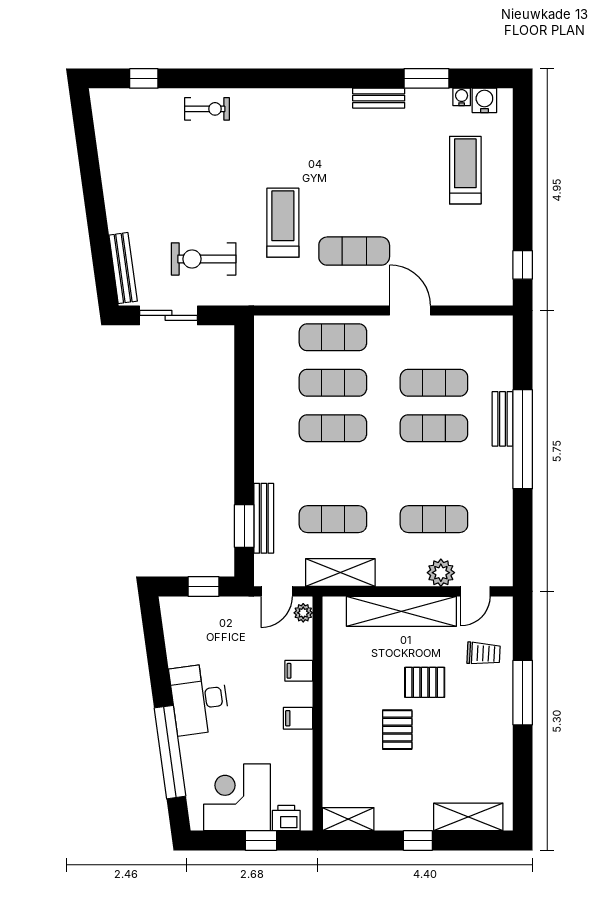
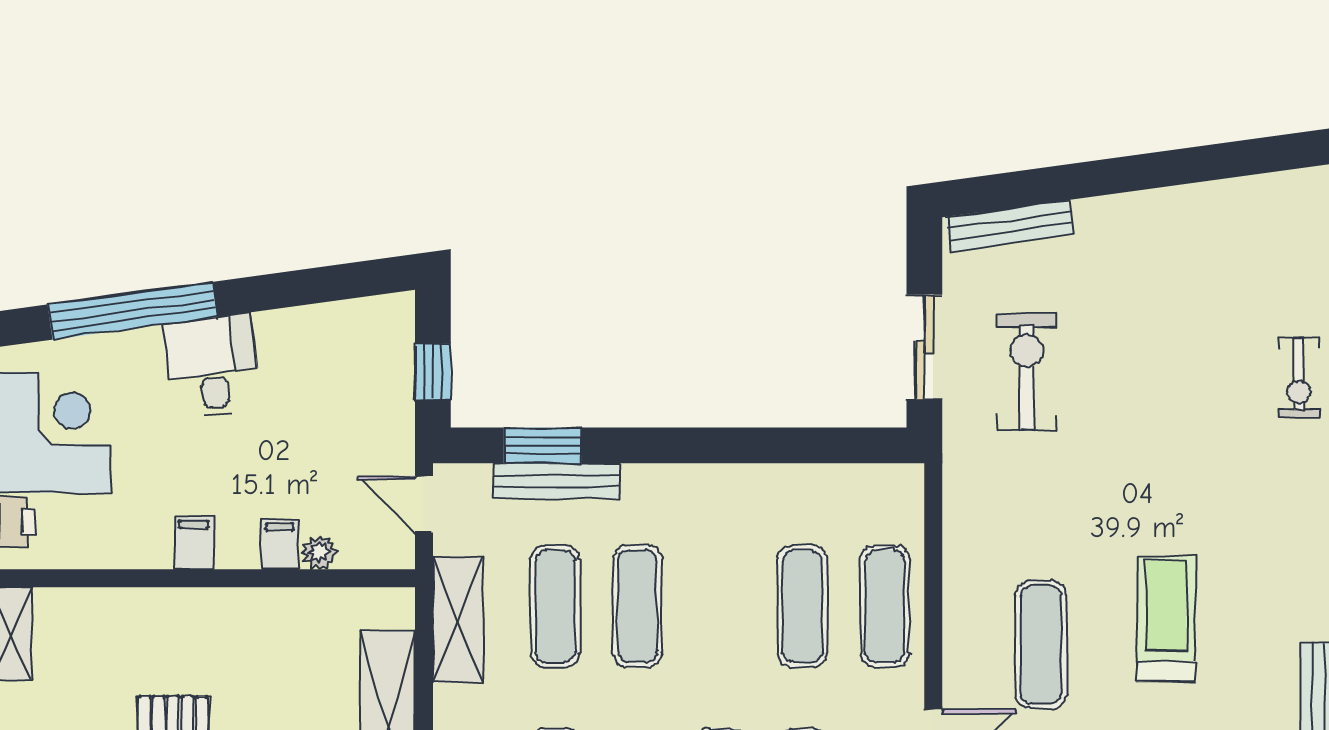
treadmill: (283, 223) -> (1166, 619), moved, turned -90
sliding door: (169, 315) -> (924, 347), moved
exercise mat: (333, 428) -> (637, 606), moved
plant: (303, 613) -> (319, 552), moved
desk: (199, 699) -> (212, 366), width x0.73

